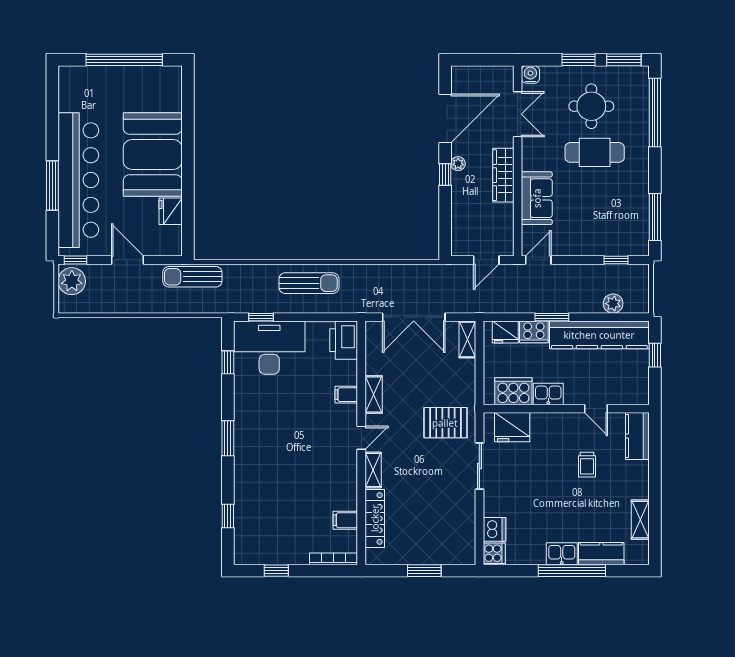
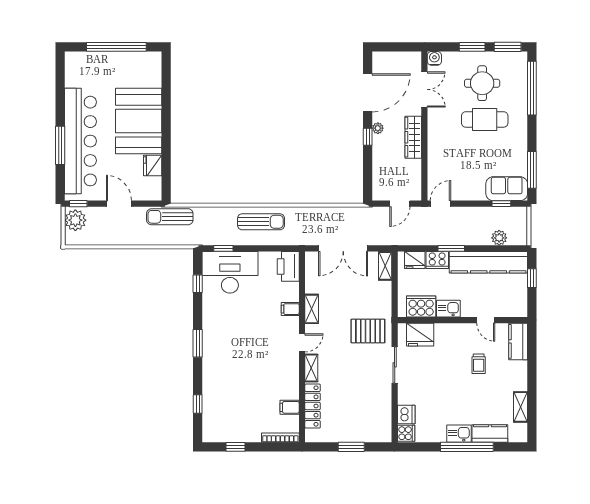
sofa: (537, 198) -> (507, 189), moved, turned -90

